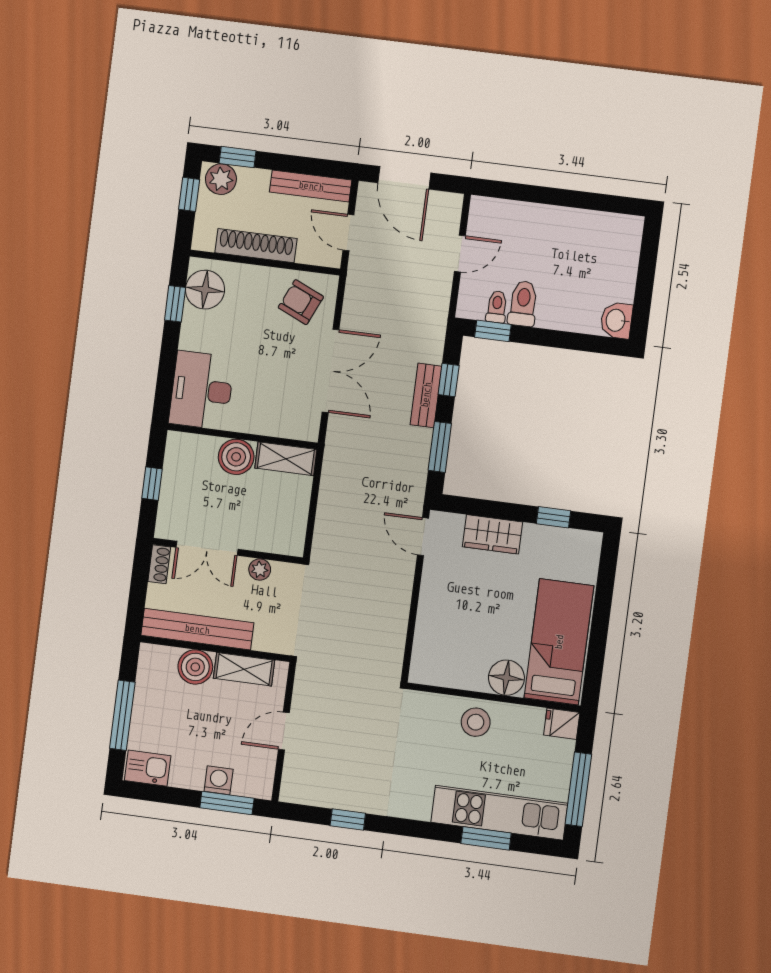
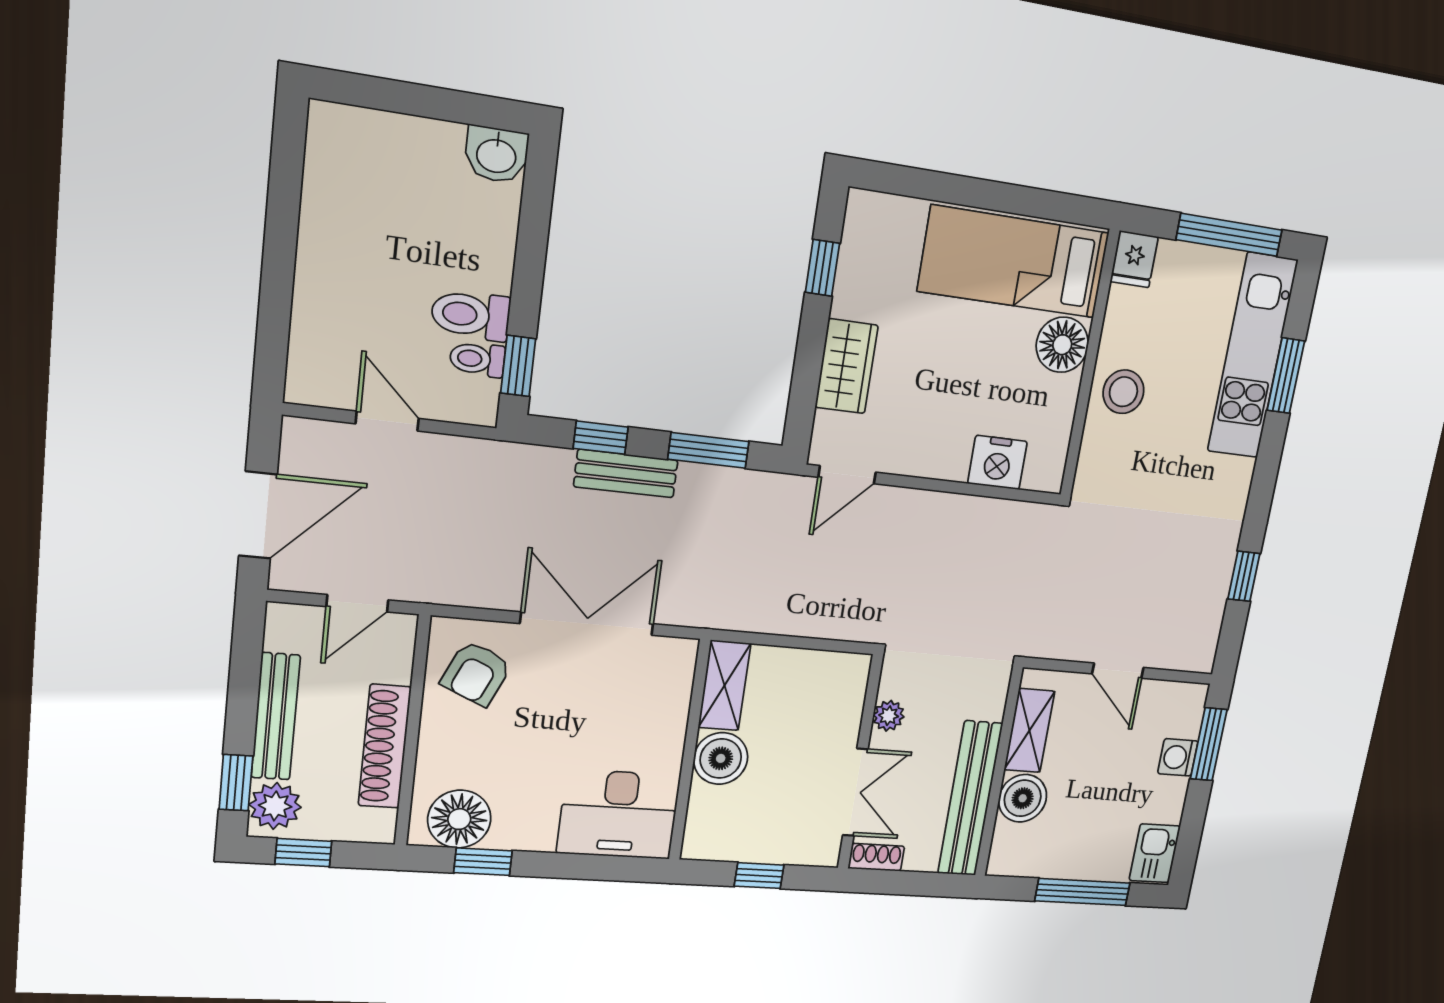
bench: (311, 186) -> (276, 717), moved
nightstand: (430, 637) -> (997, 462), added

